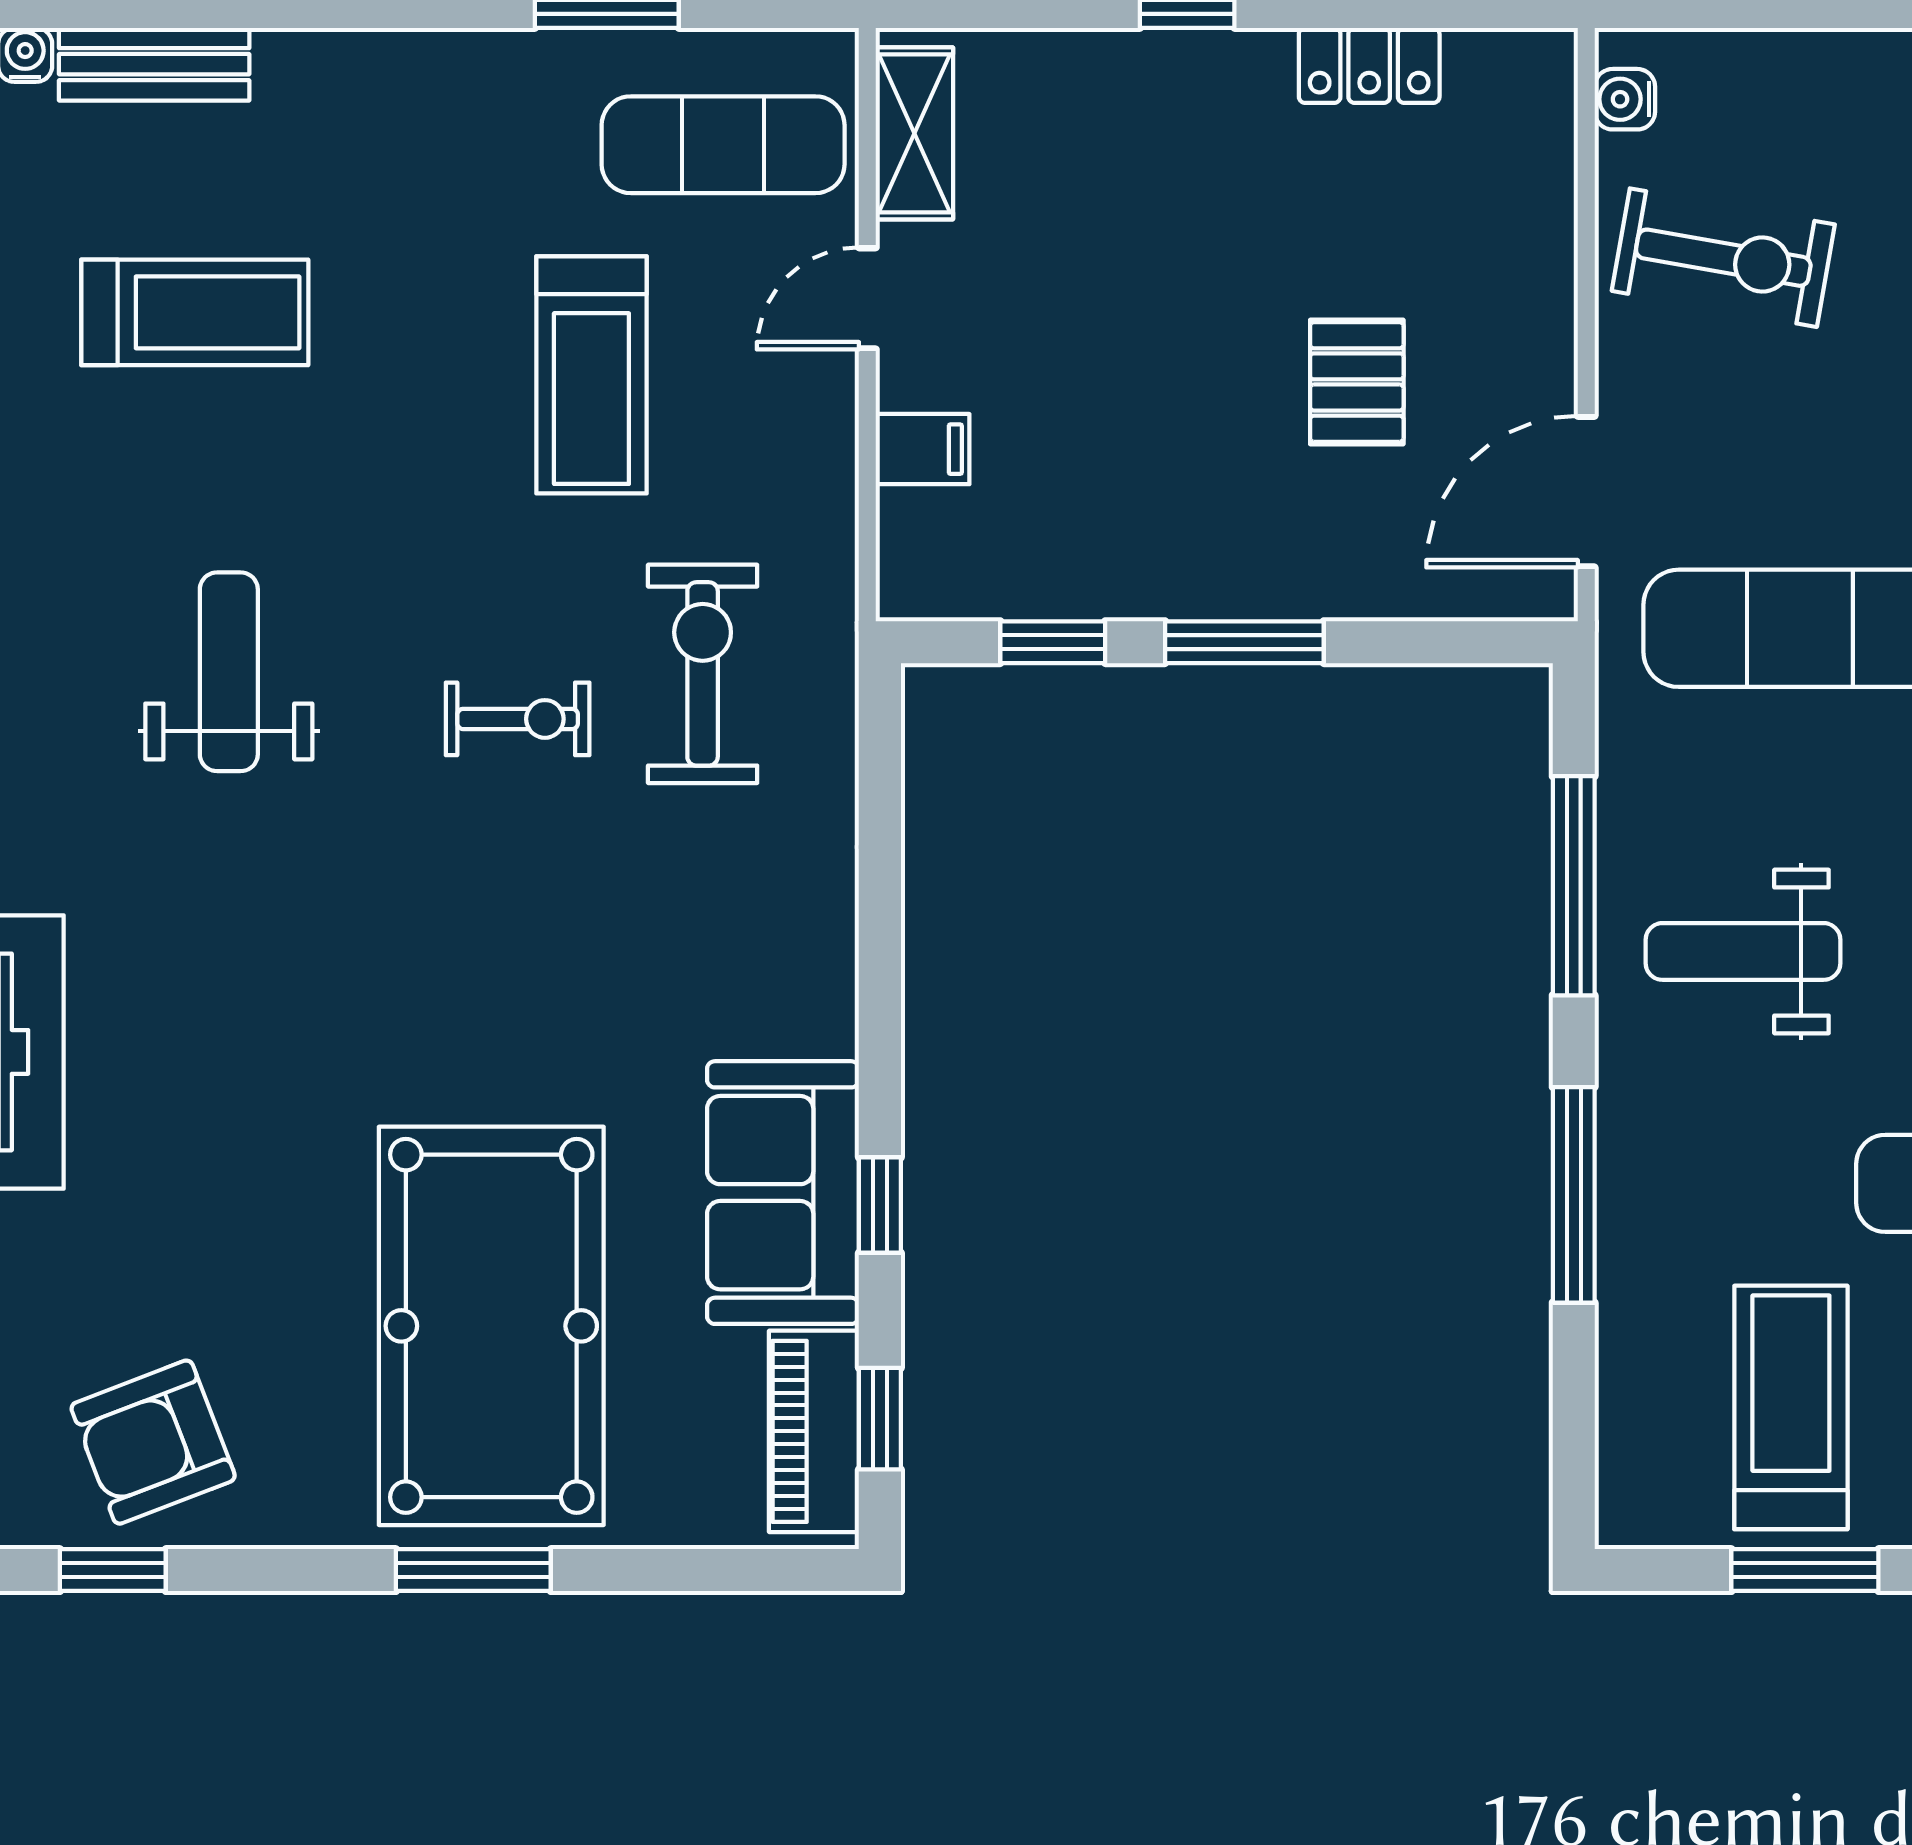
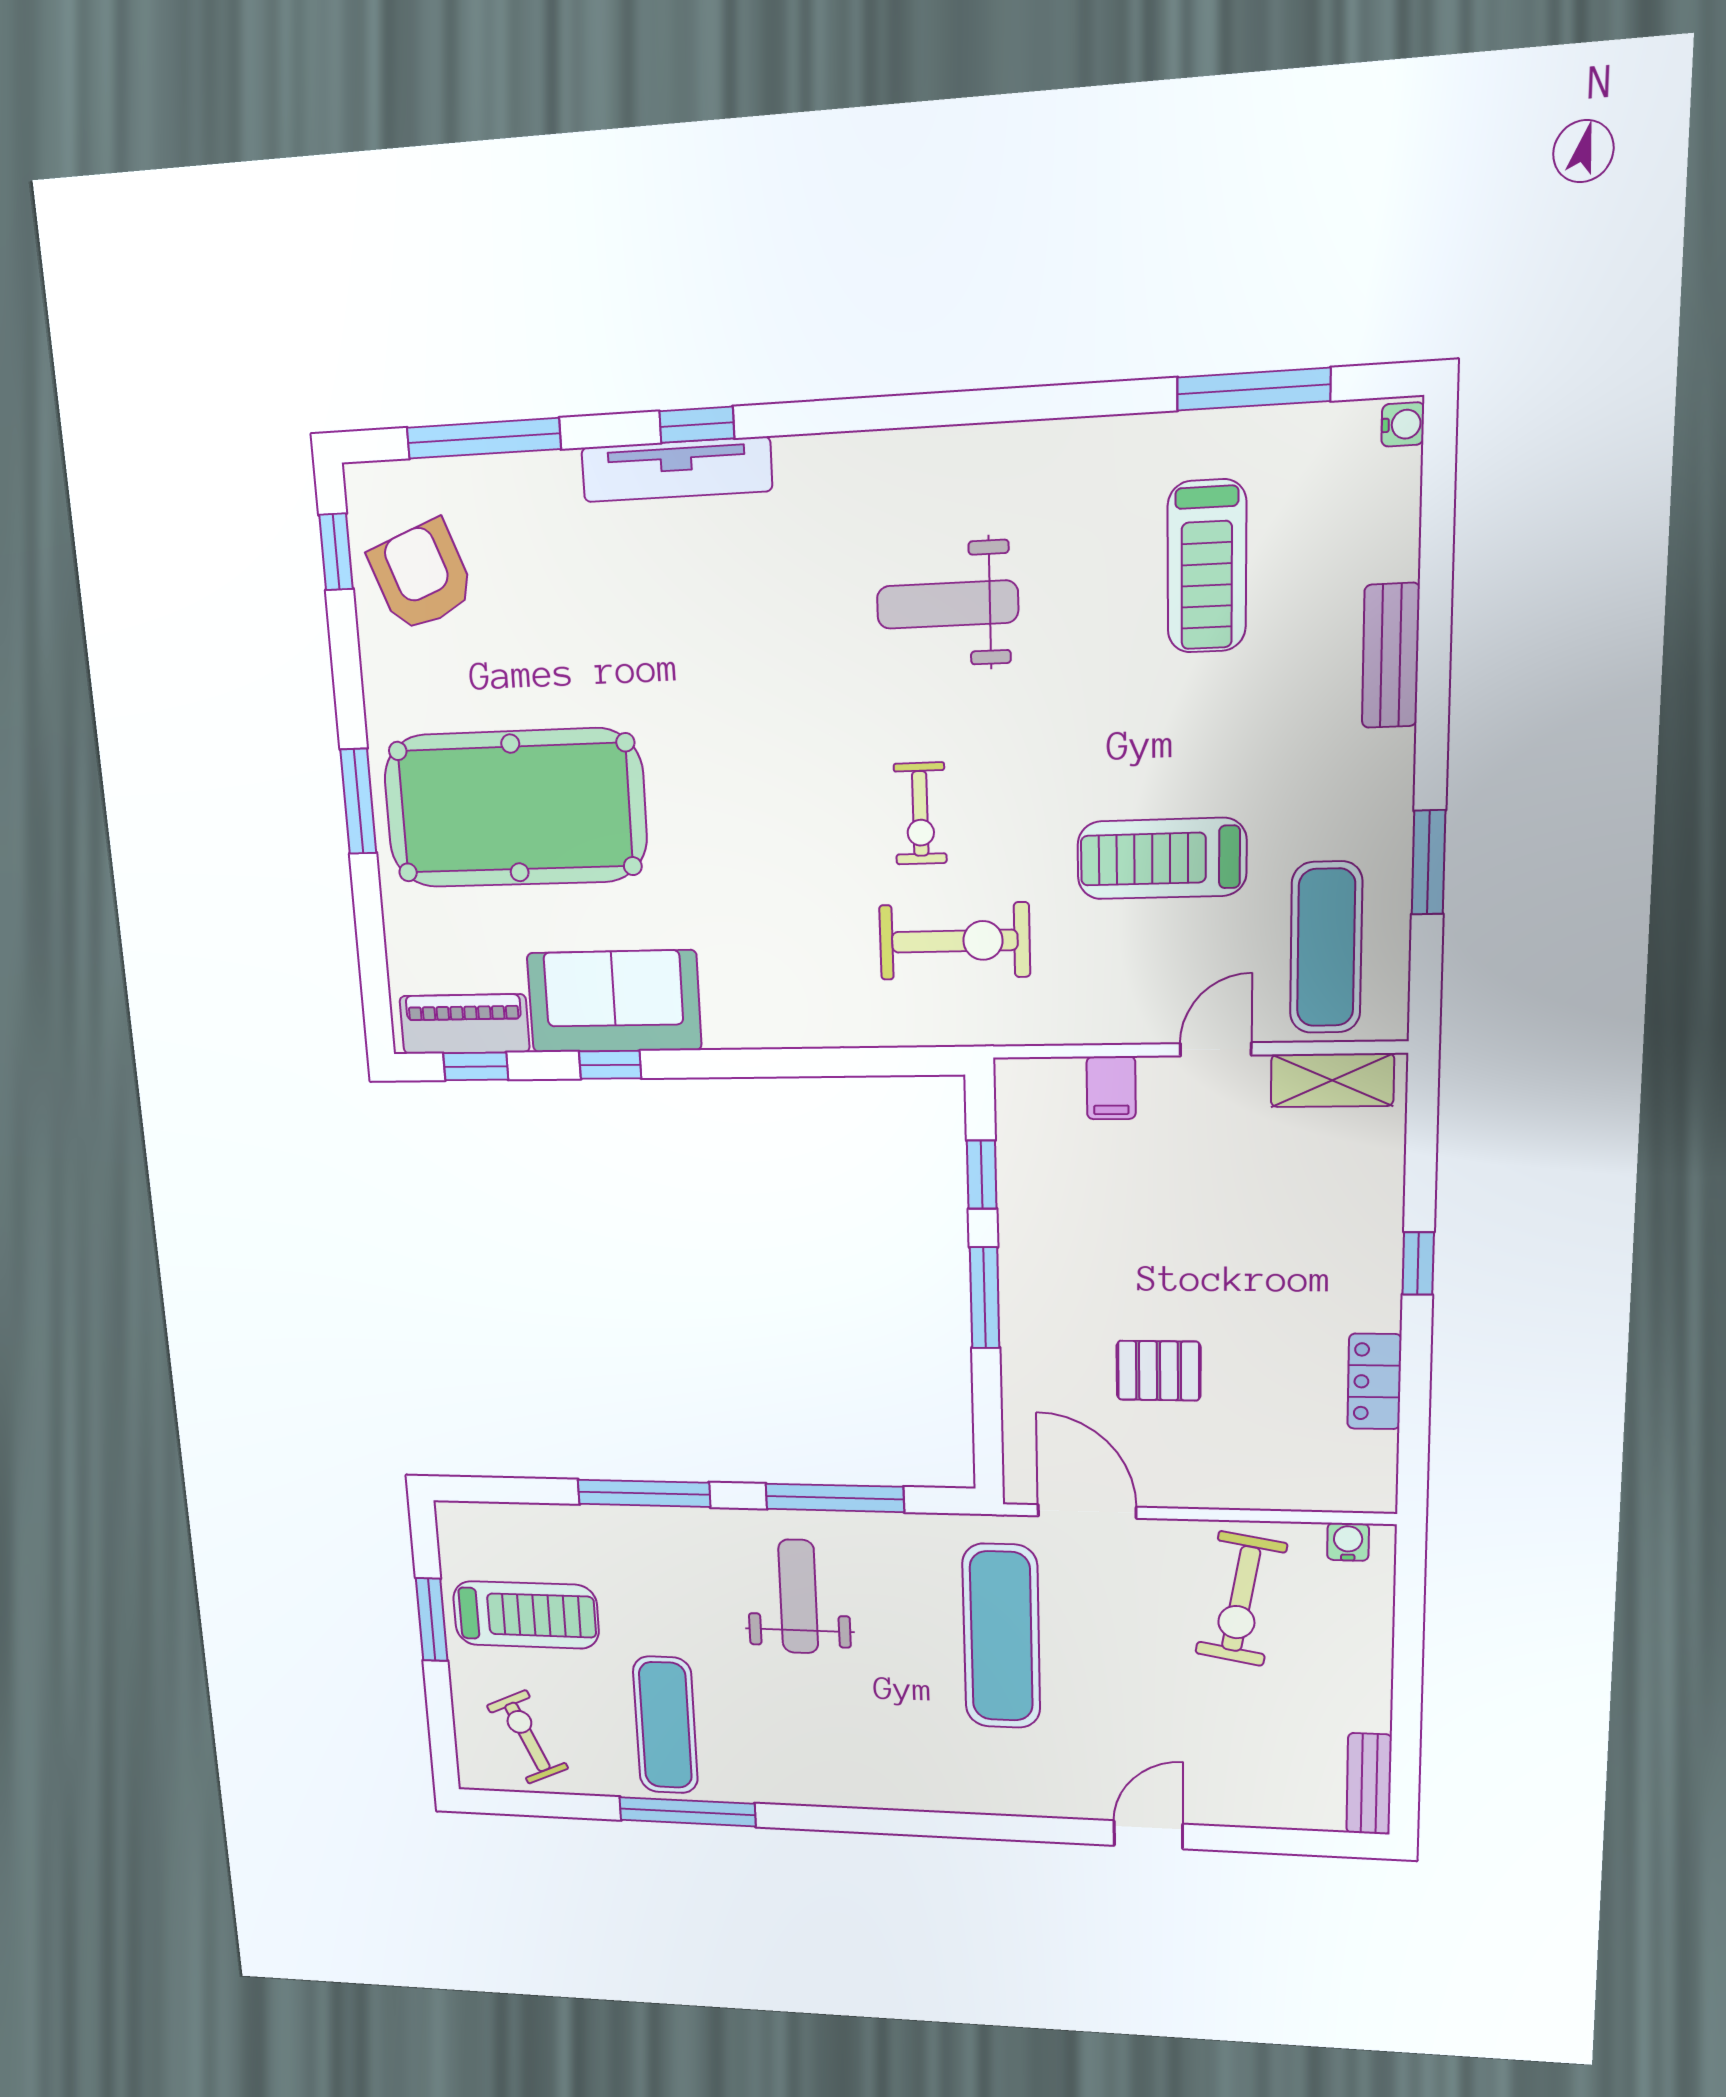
bench: (154, 64) -> (1391, 656), moved
door: (867, 298) -> (1216, 1049), hinge flipped
weight bench: (229, 672) -> (947, 605), turned 180

